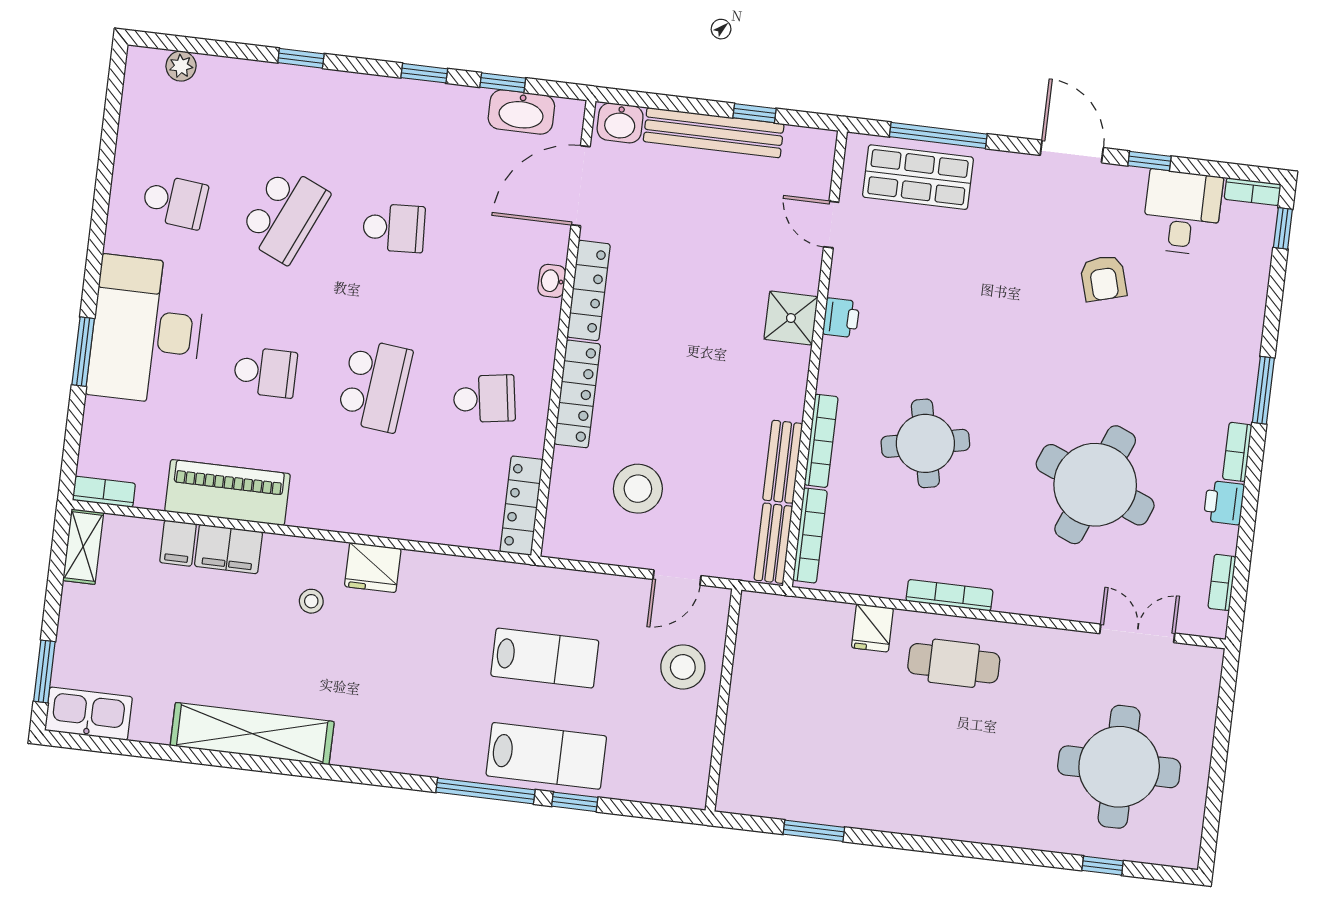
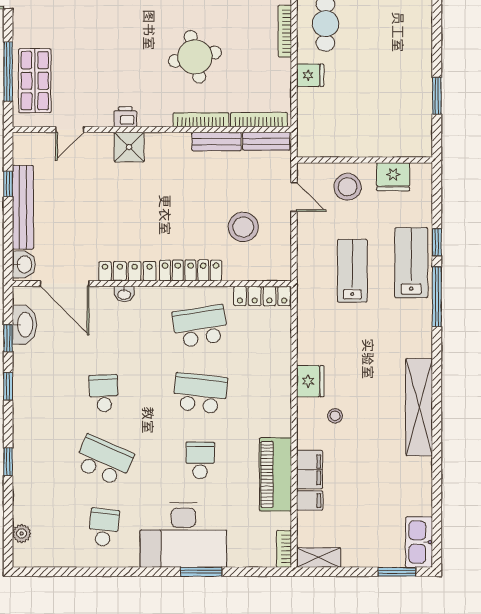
school desk: (484, 399) -> (200, 326), width x1.85
shelving: (252, 734) -> (419, 407), moved
fridge: (690, 743) -> (393, 177), added

